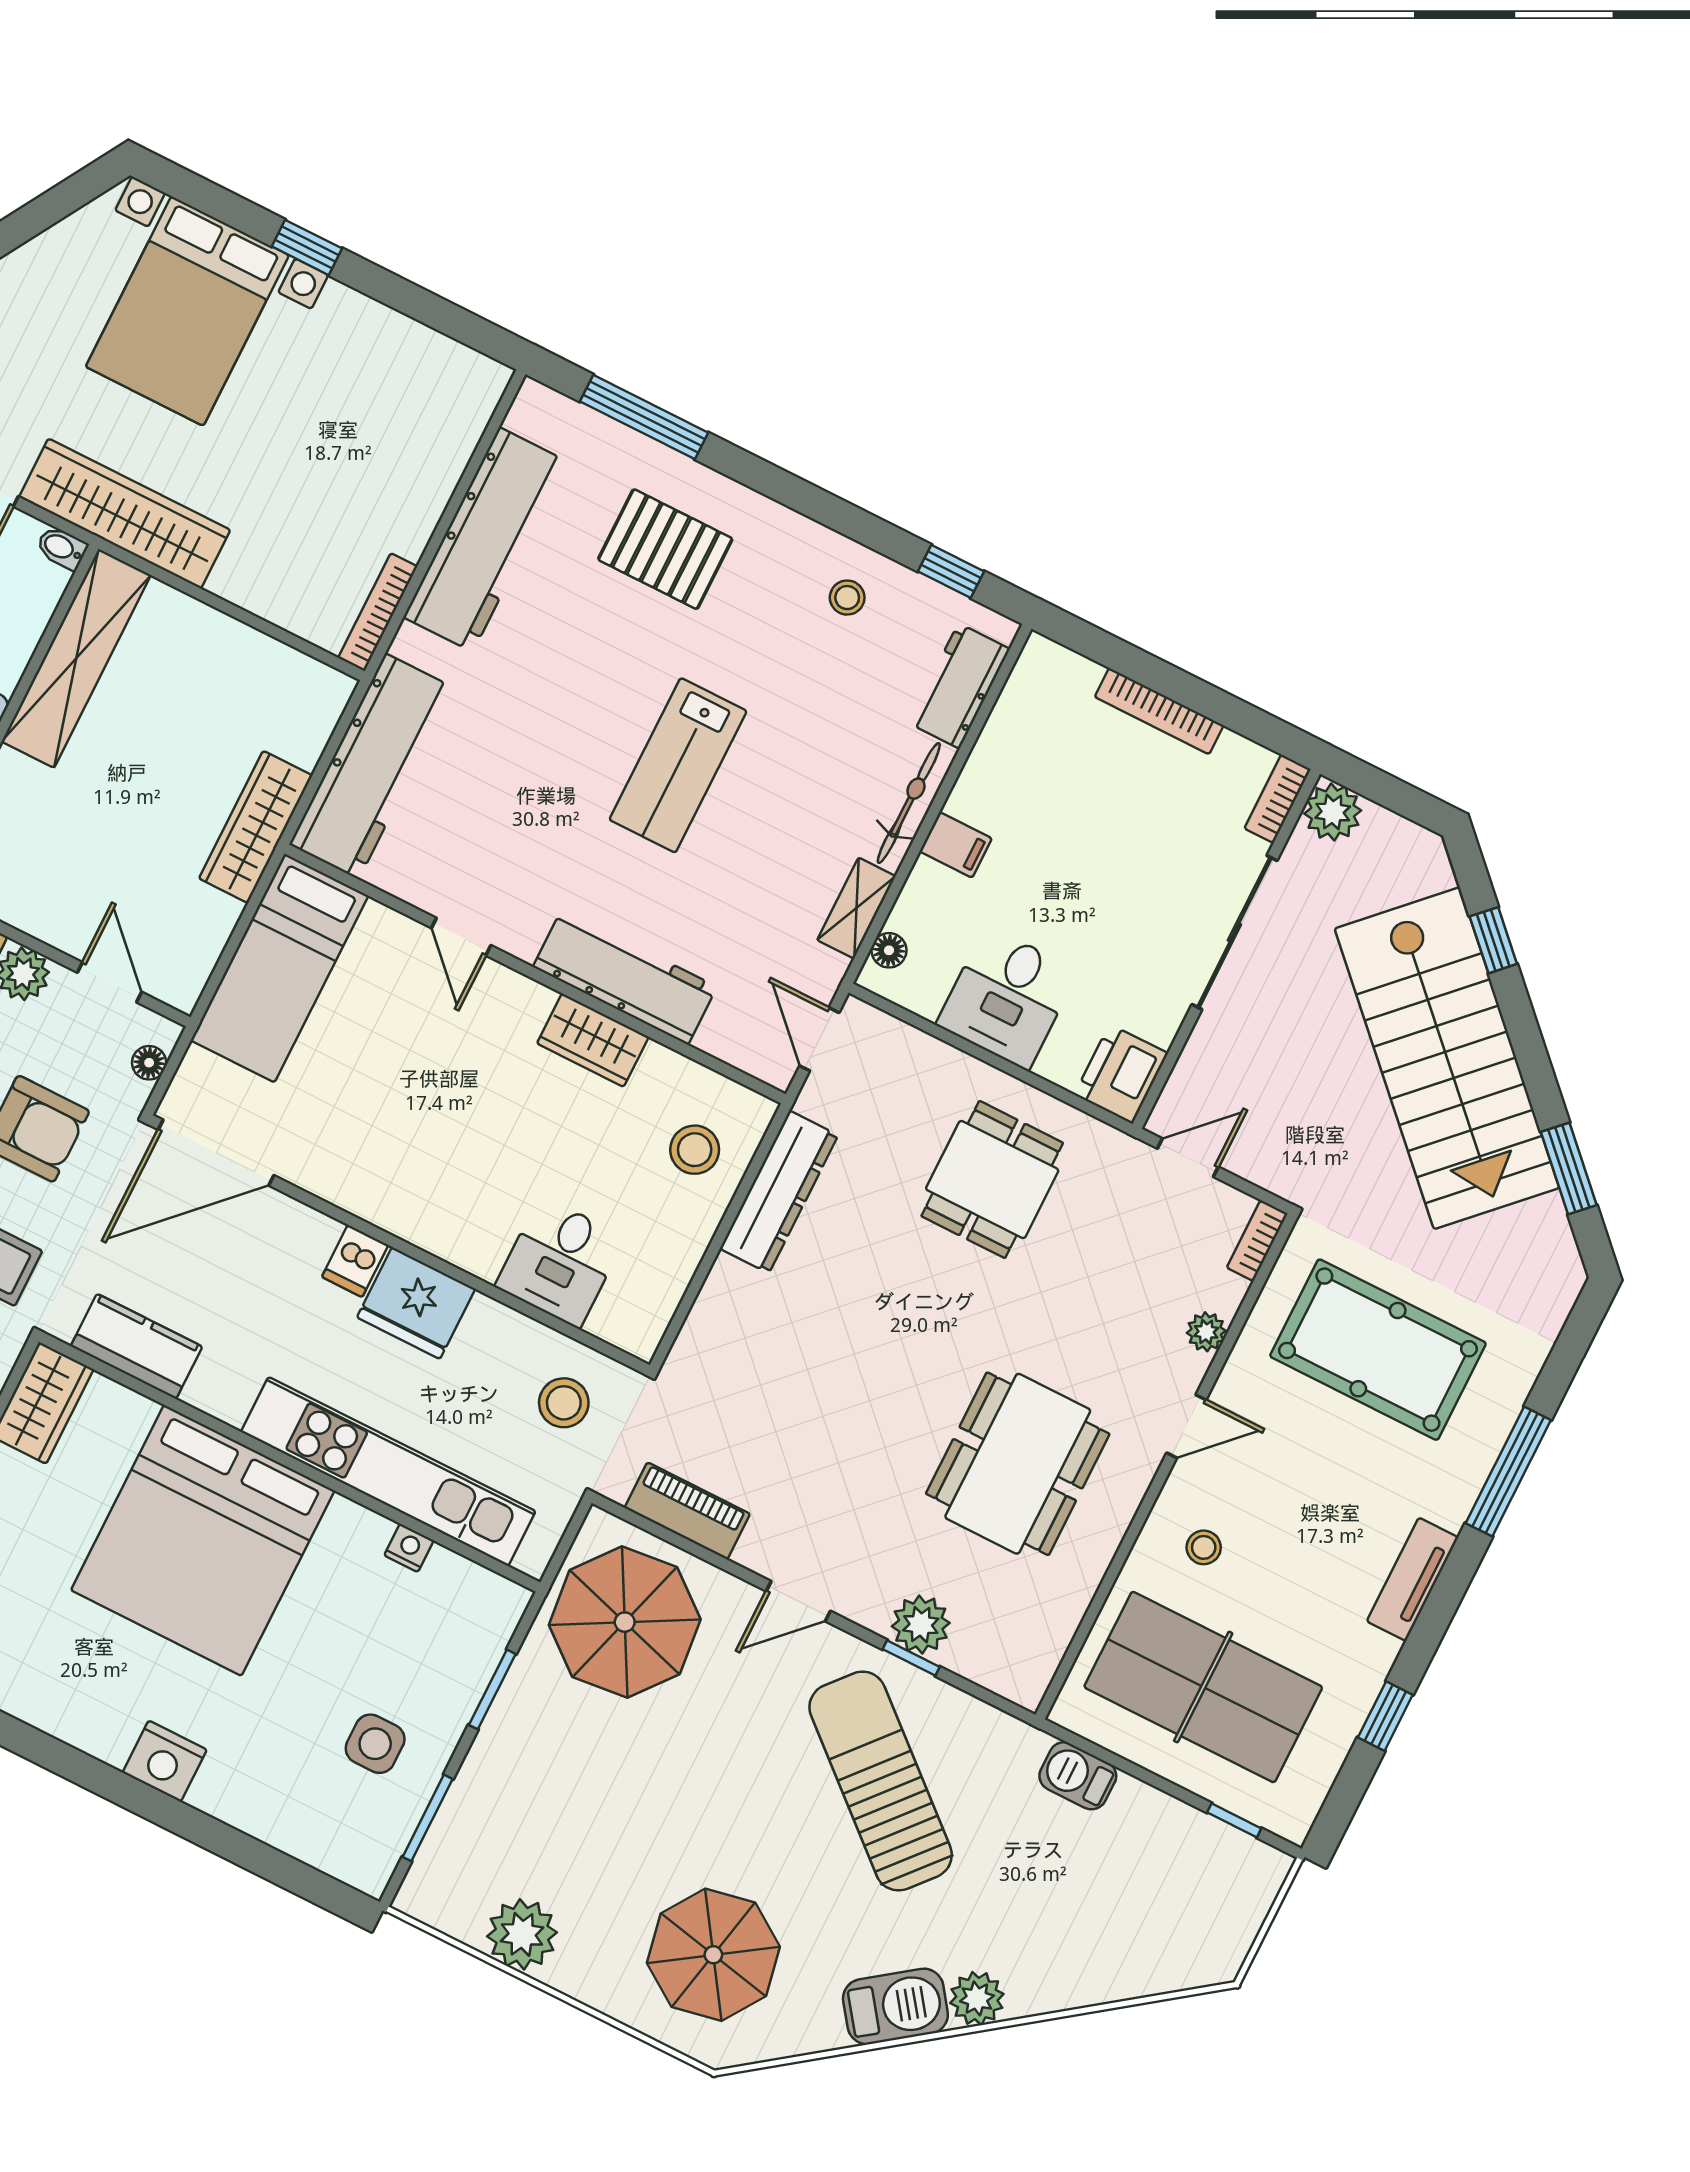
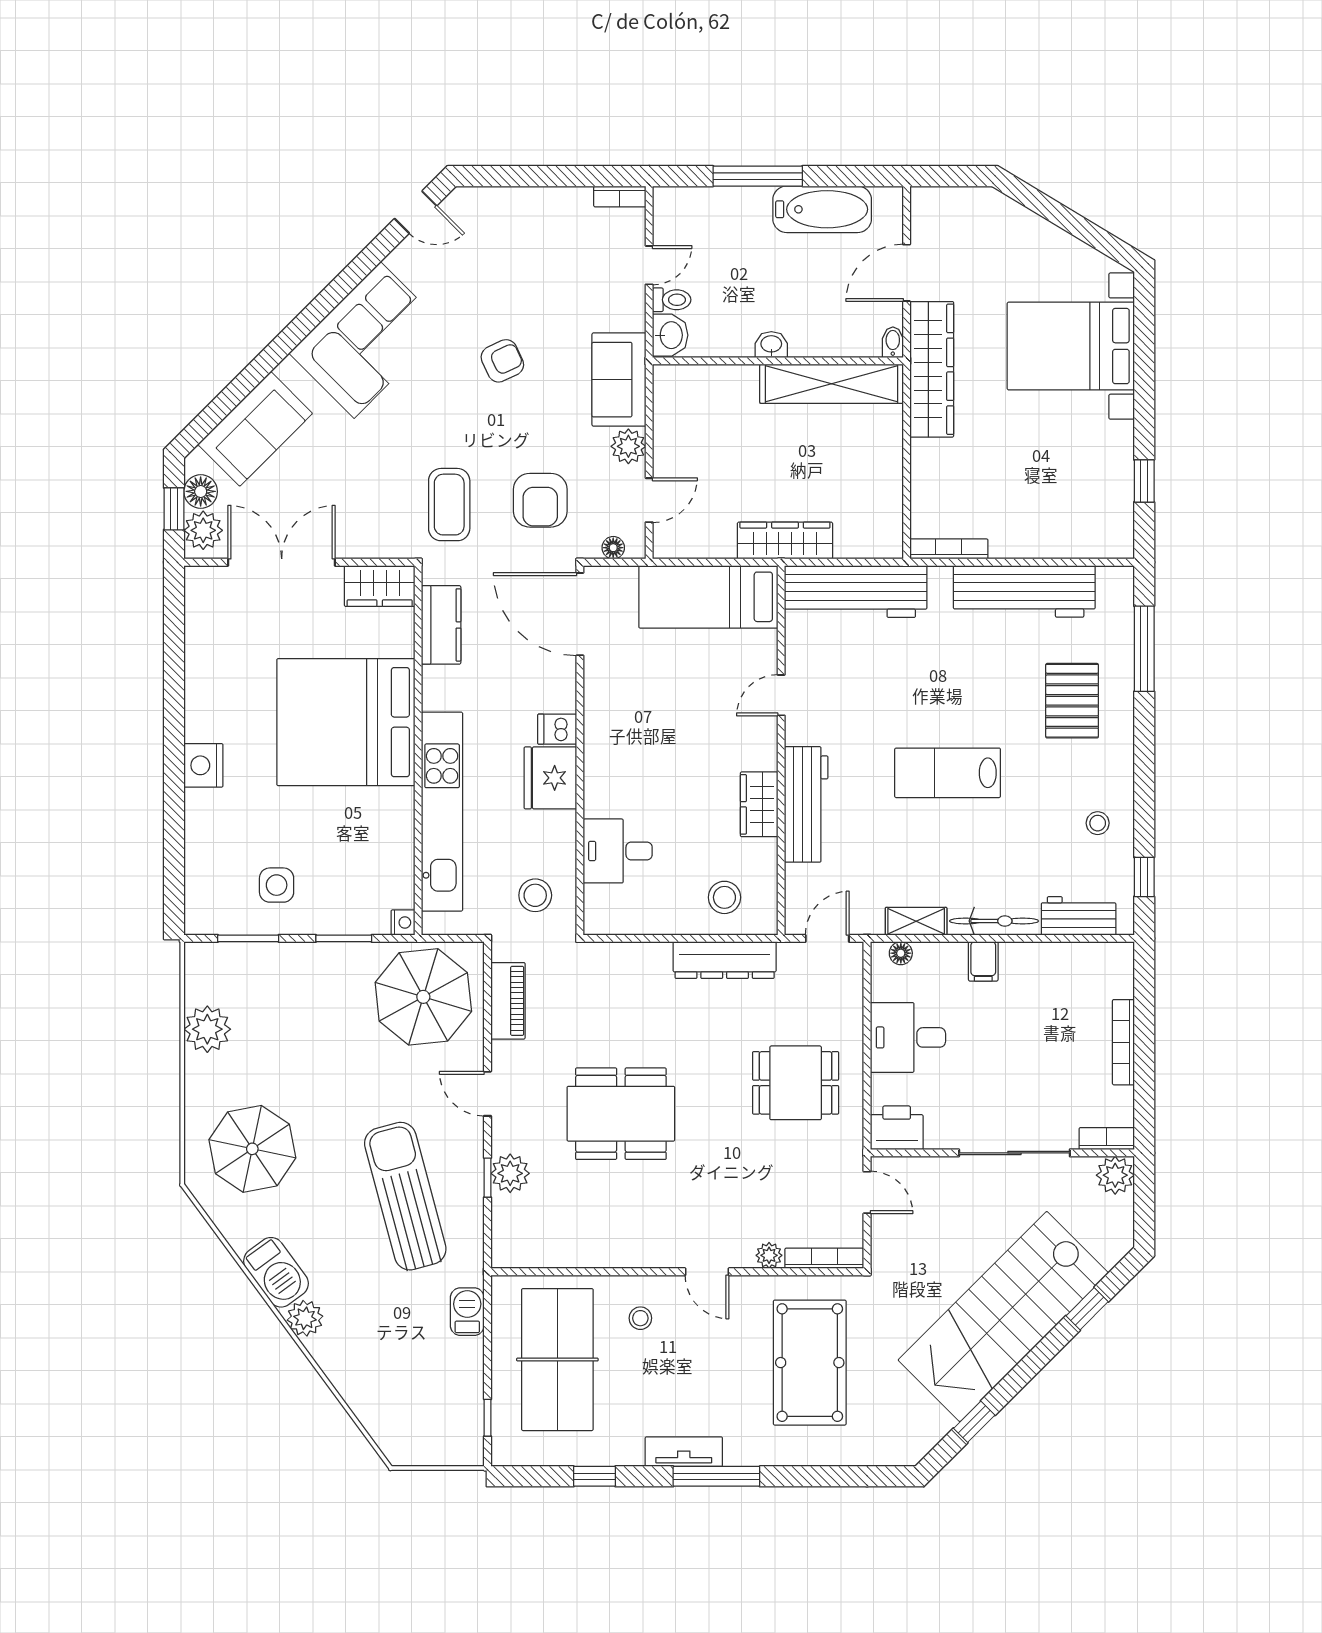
window: (307, 247) -> (1144, 481), moved
window: (1569, 1168) -> (974, 1422), width x0.67
bookcase: (1257, 1241) -> (824, 1258), width x1.56
dining table: (1018, 1464) -> (621, 1114), moved
window: (1508, 1472) -> (716, 1476), moved
nightstand: (409, 1548) -> (403, 922), moved
sun lounger: (881, 1781) -> (405, 1196), turned -56

